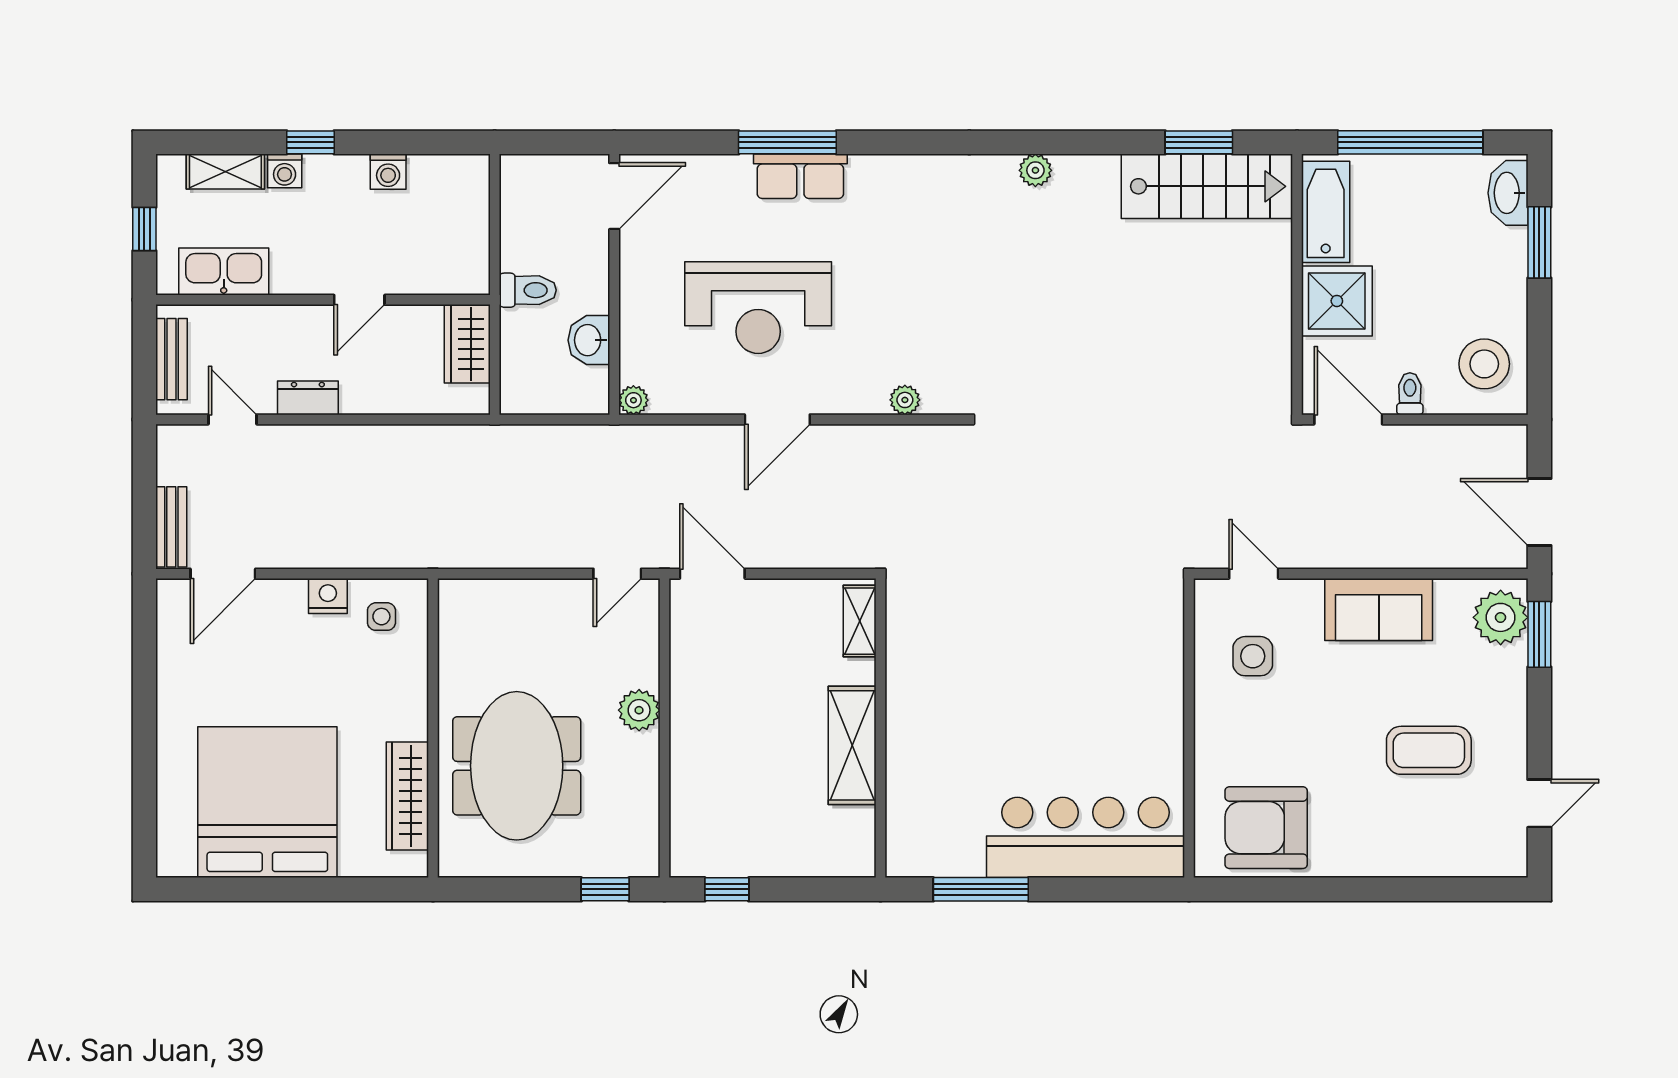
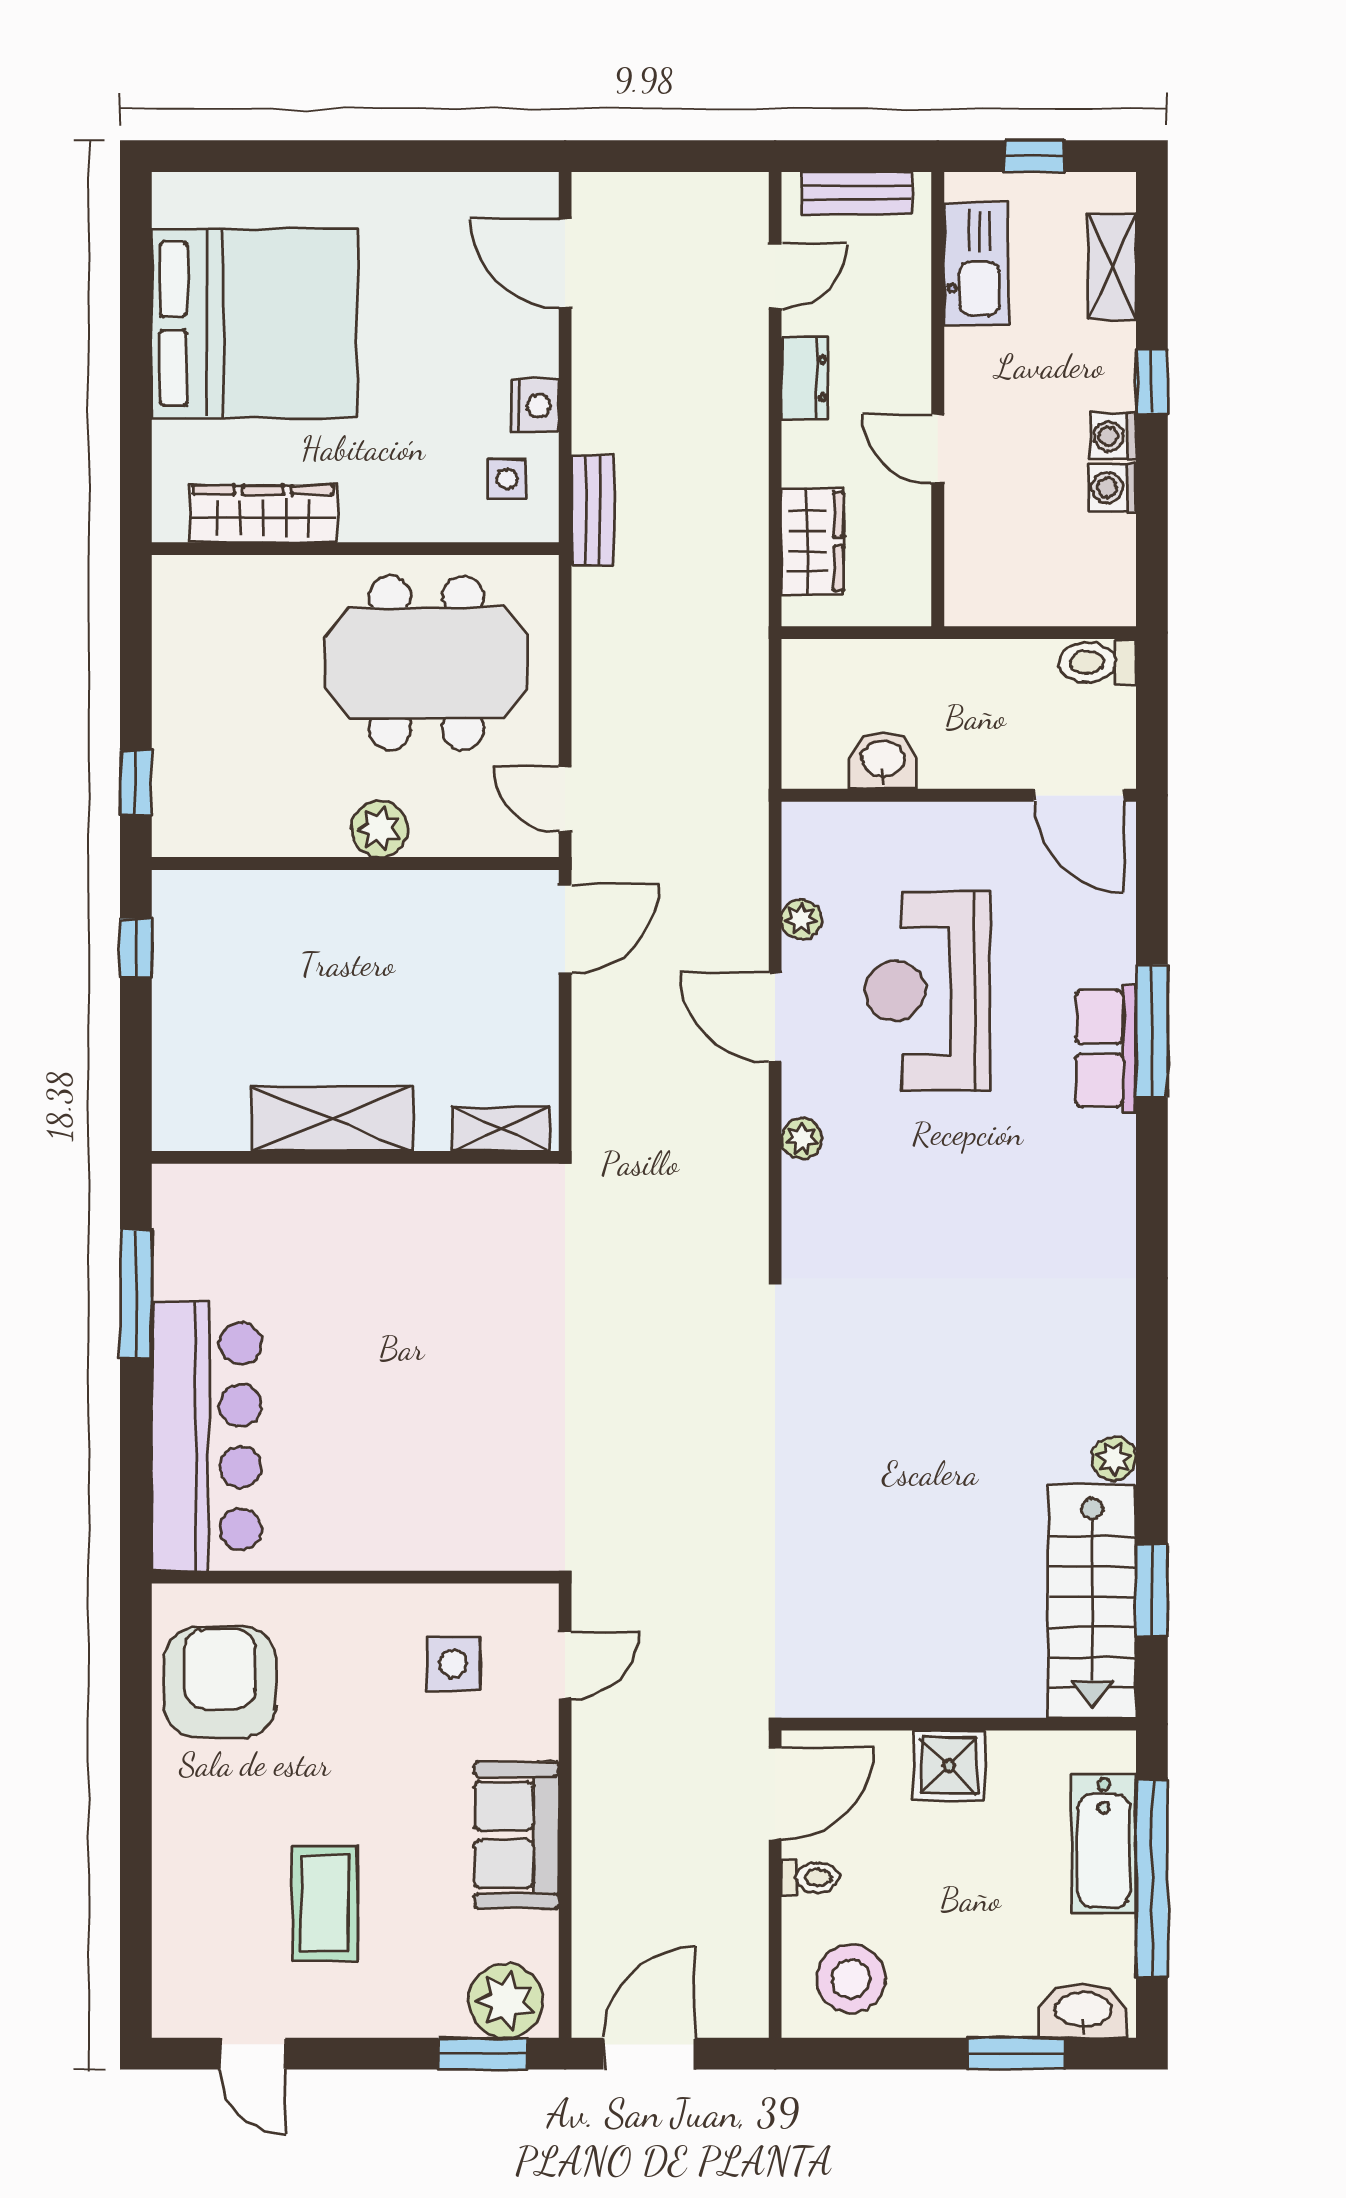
plant: (1035, 170) -> (1114, 1459), moved
washing machine: (285, 171) -> (1113, 436), moved
bathtub: (1326, 212) -> (1104, 1844), moved, turned 90
toilet: (528, 290) -> (1098, 662), moved, turned 90
shower: (1337, 301) -> (949, 1765), width x0.73, depth x0.73
wardrobe: (467, 344) -> (812, 541), moved, turned 90
plant: (633, 400) -> (801, 919), moved
plant: (905, 400) -> (802, 1139), moved
bench: (171, 527) -> (592, 511), moved, turned 90
meeting table: (517, 766) -> (426, 663), moved

